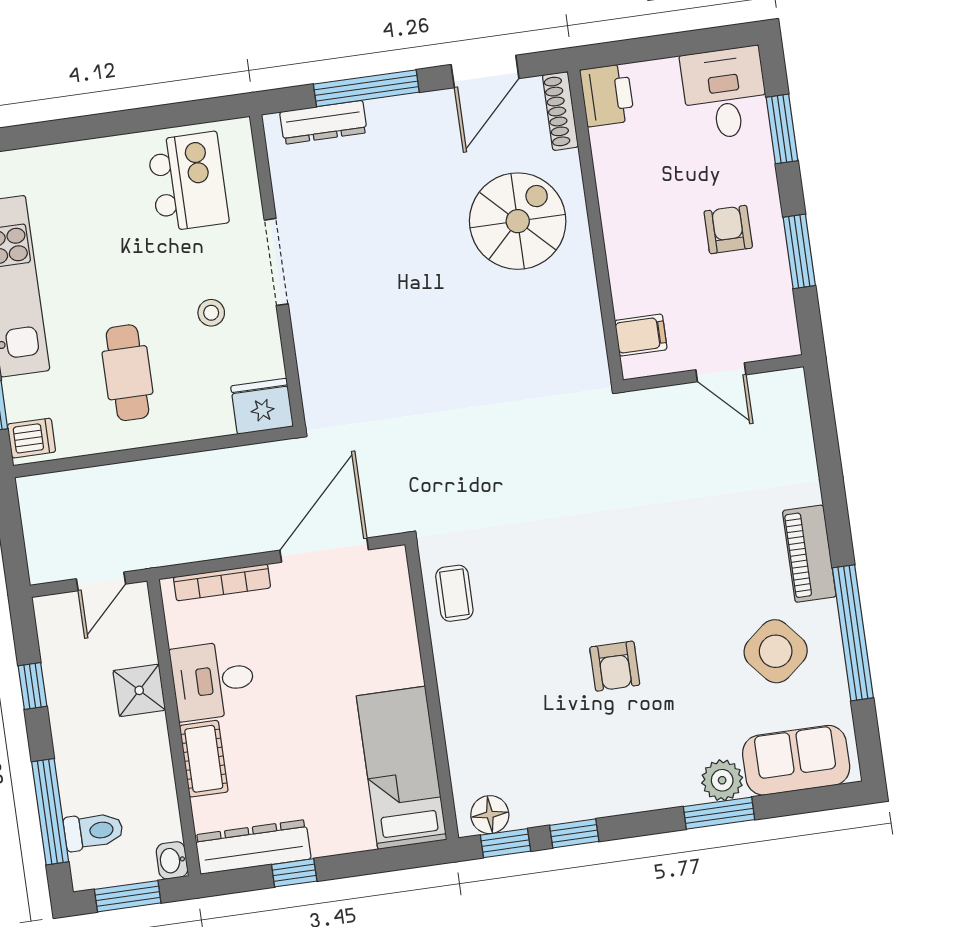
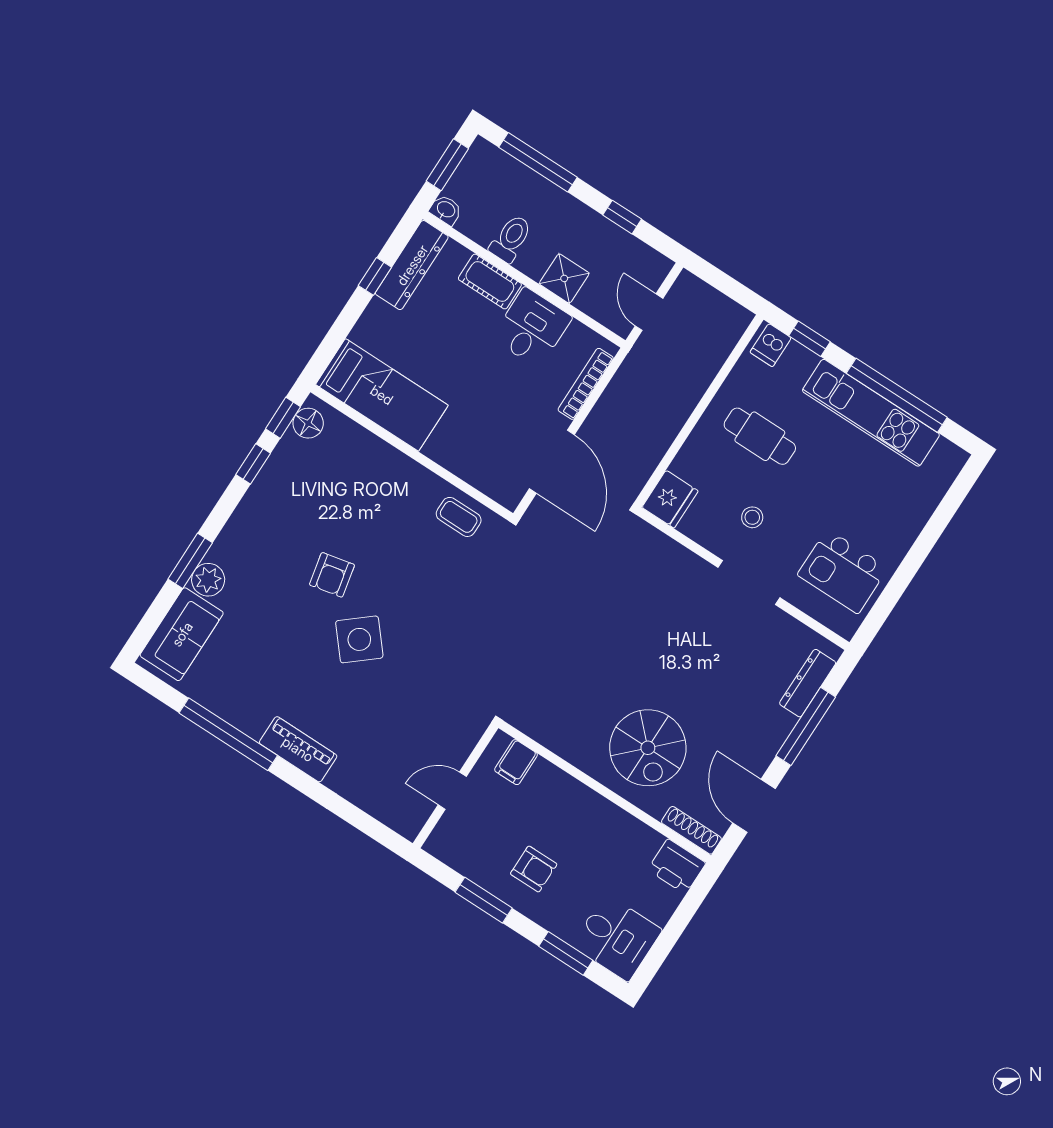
side table: (776, 651) -> (359, 639), moved
armchair: (615, 666) -> (332, 575), turned -102
toilet: (93, 831) -> (511, 239), moved, turned 180

